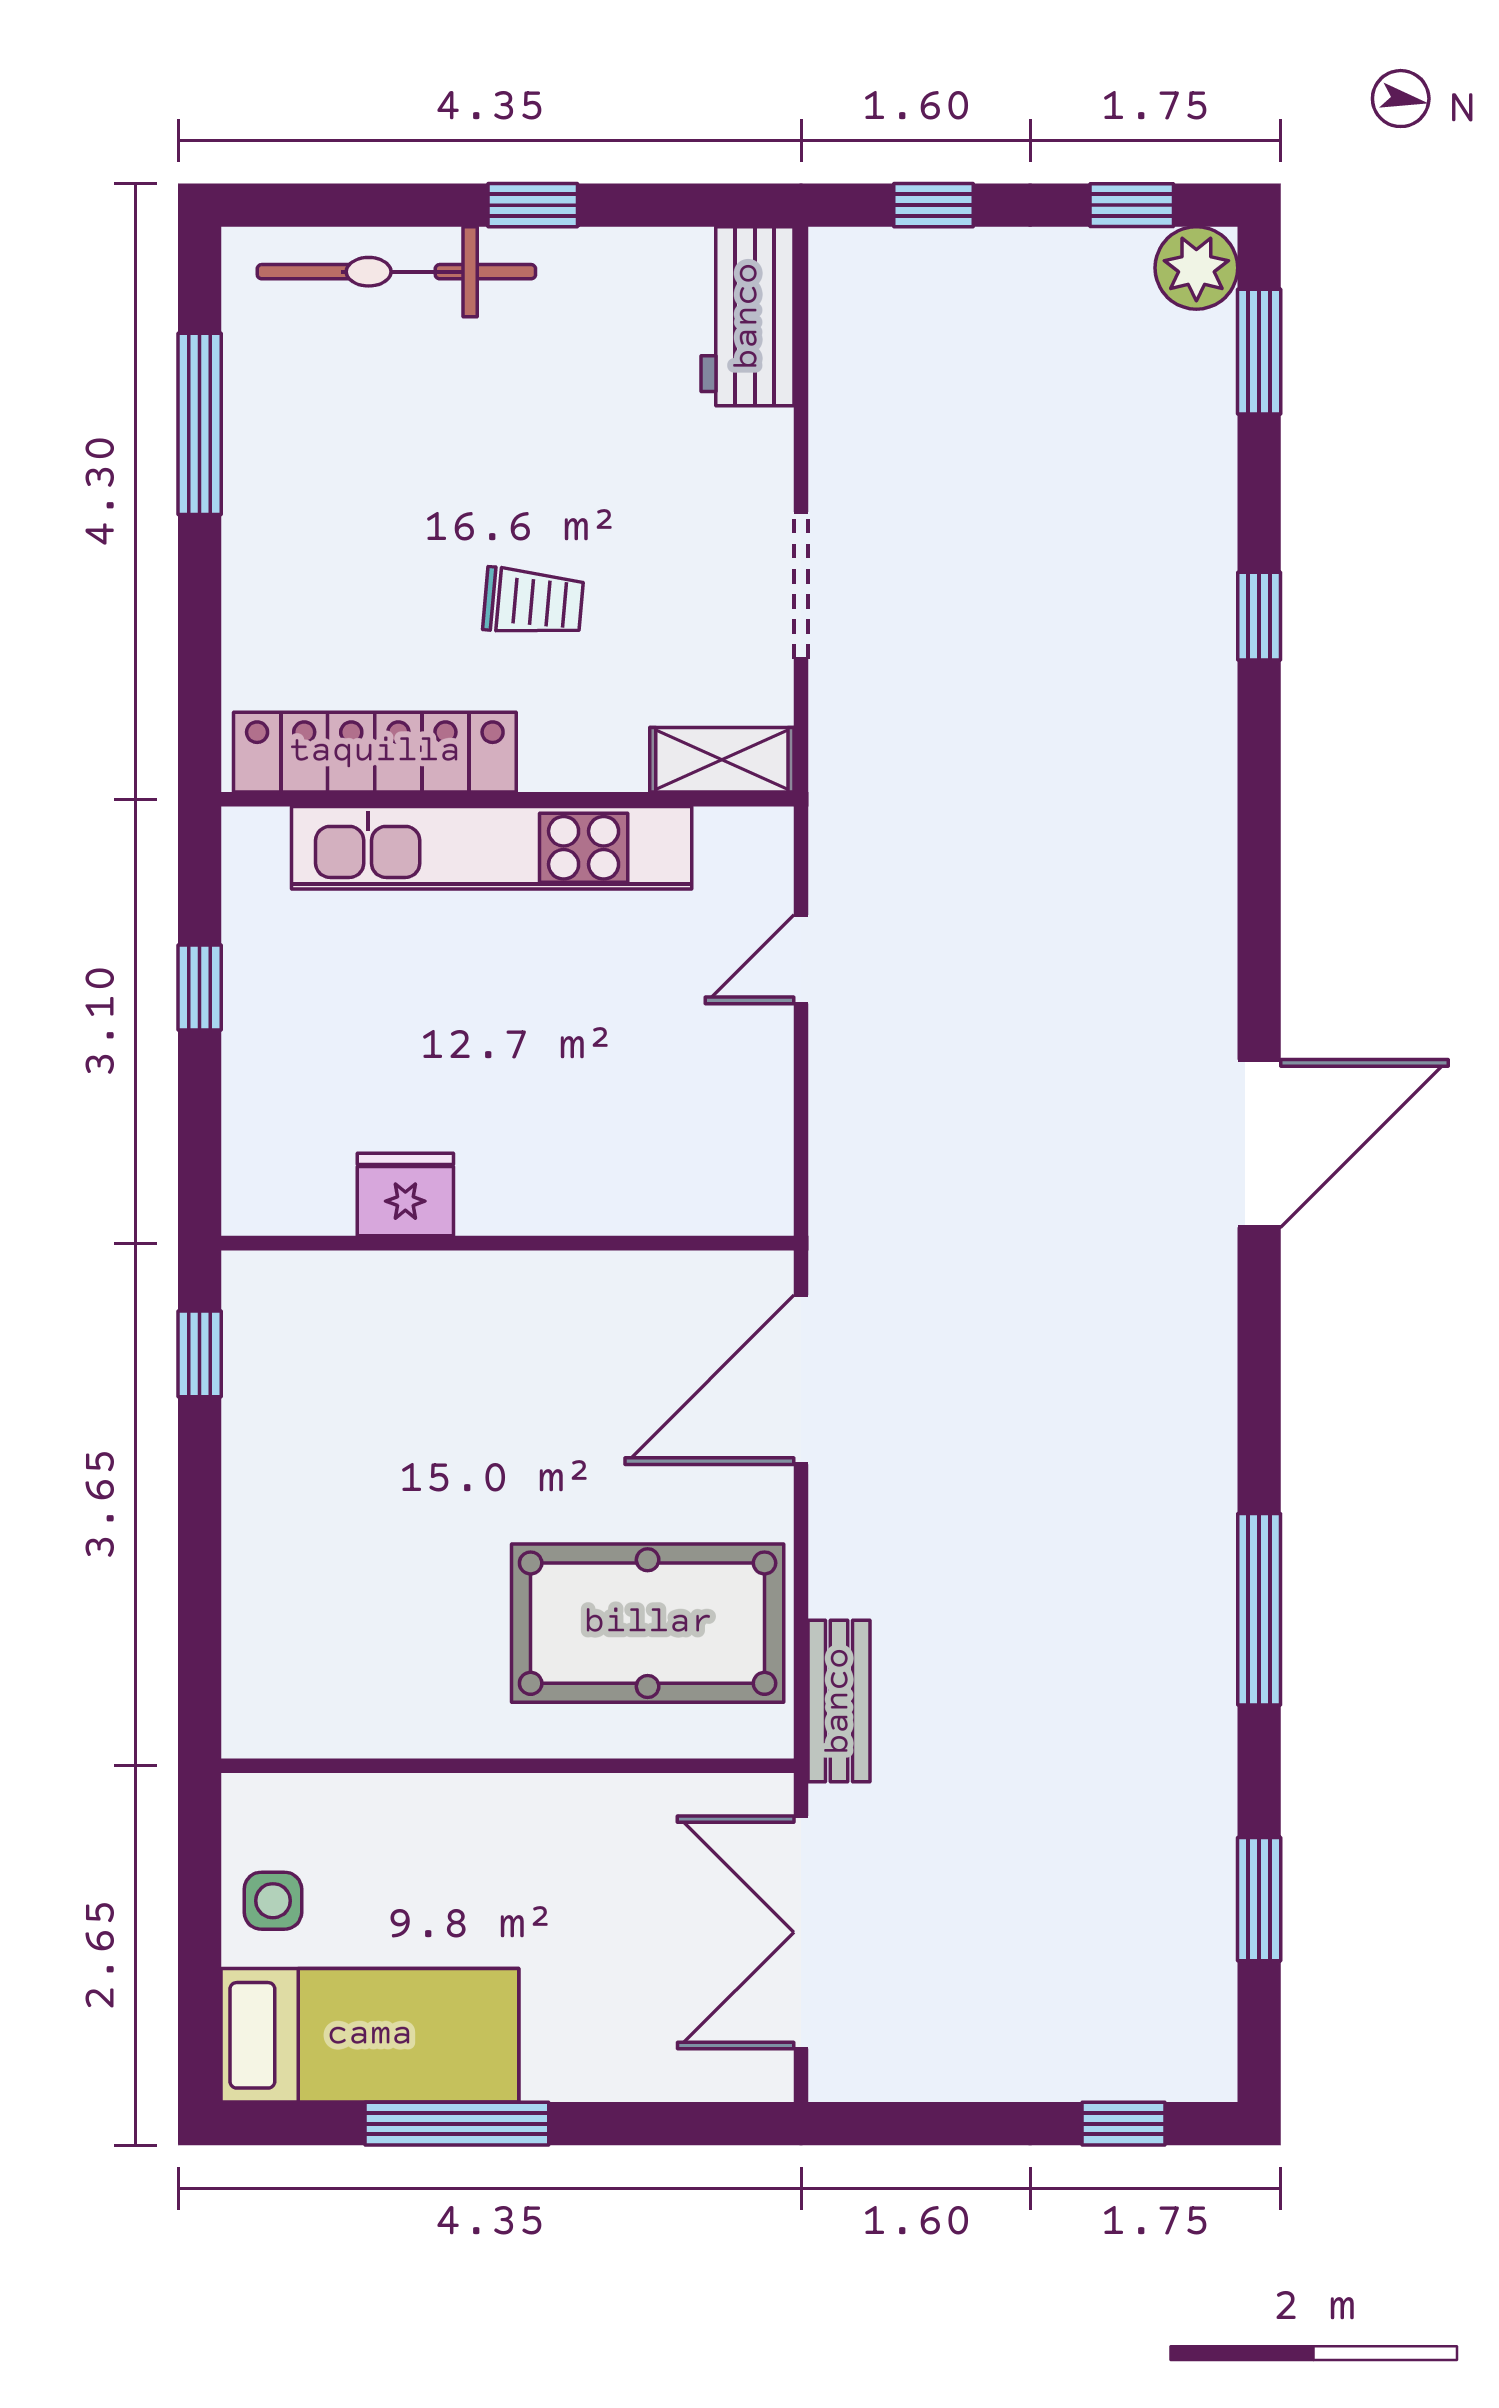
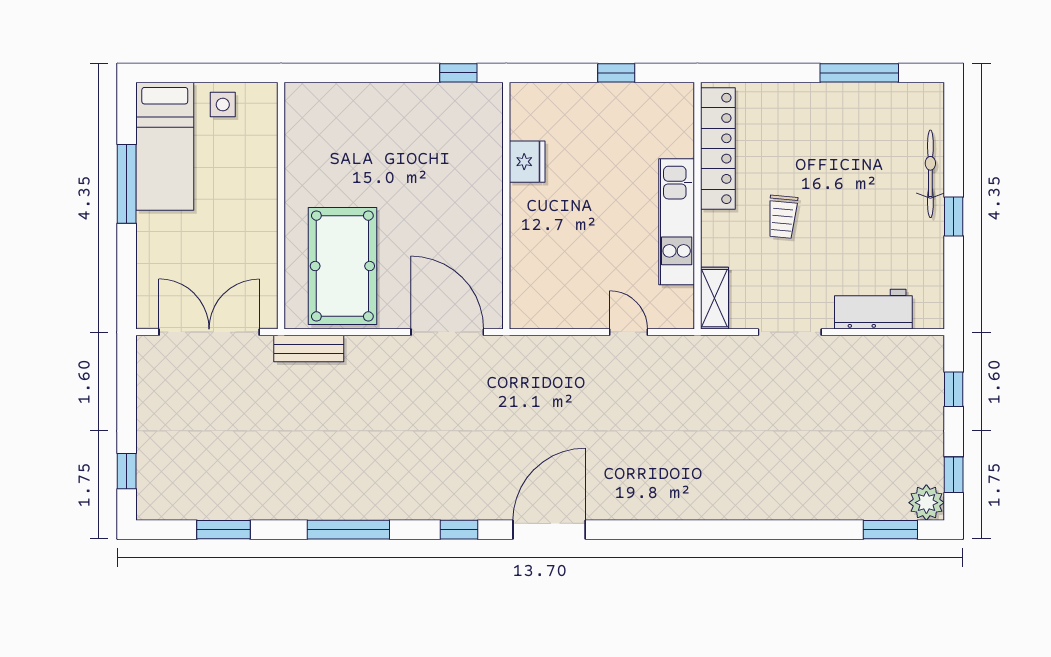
bicycle: (396, 272) -> (930, 174), width x0.73, depth x0.71
workbench: (748, 316) -> (873, 309), moved
window: (1259, 616) -> (459, 530), moved
kitchen unit: (492, 848) -> (677, 222), width x0.73
door: (1259, 1143) -> (549, 530), swing flipped

